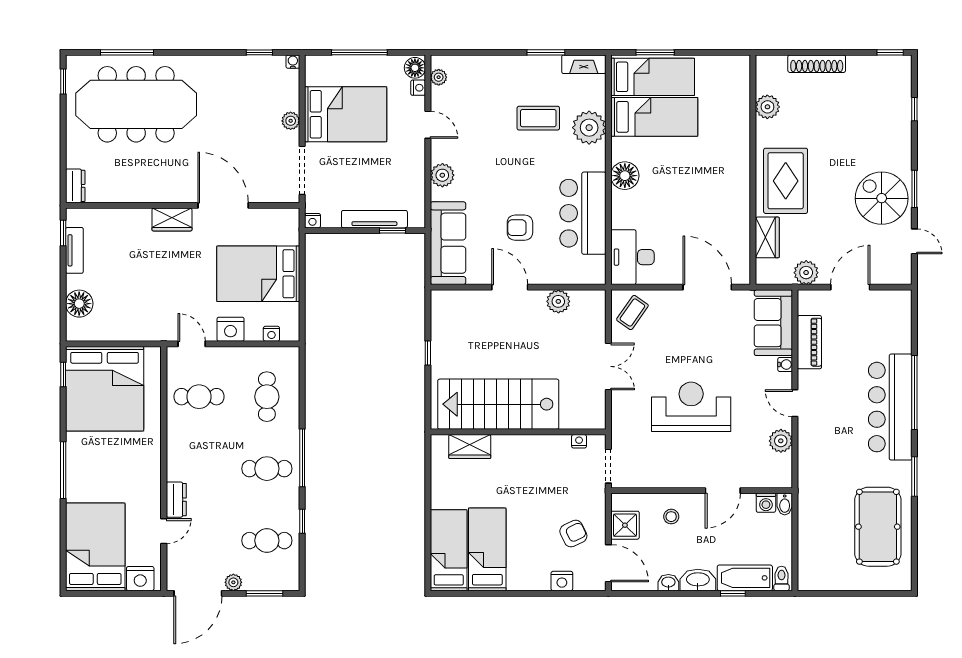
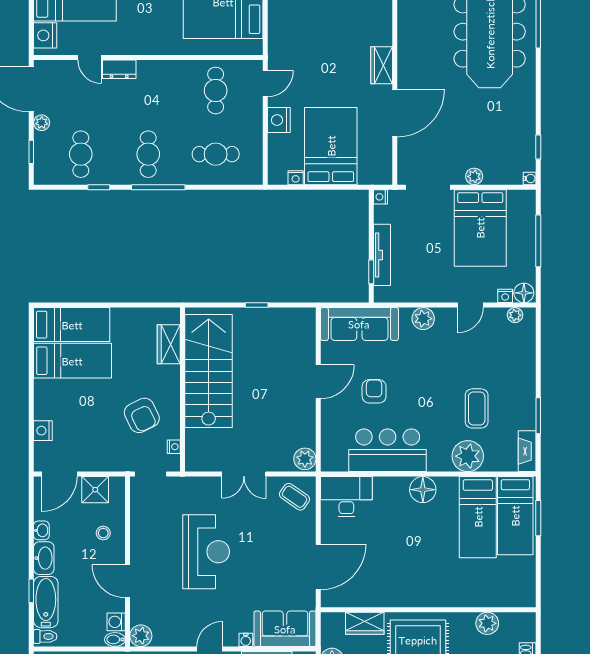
plant: (558, 301) -> (305, 459), moved
nightstand: (271, 334) -> (296, 178), moved, turned -90
plant: (781, 441) -> (141, 636), moved
armchair: (573, 534) -> (142, 415), moved, width x1.38, depth x1.38
window: (264, 593) -> (31, 152), width x0.67

